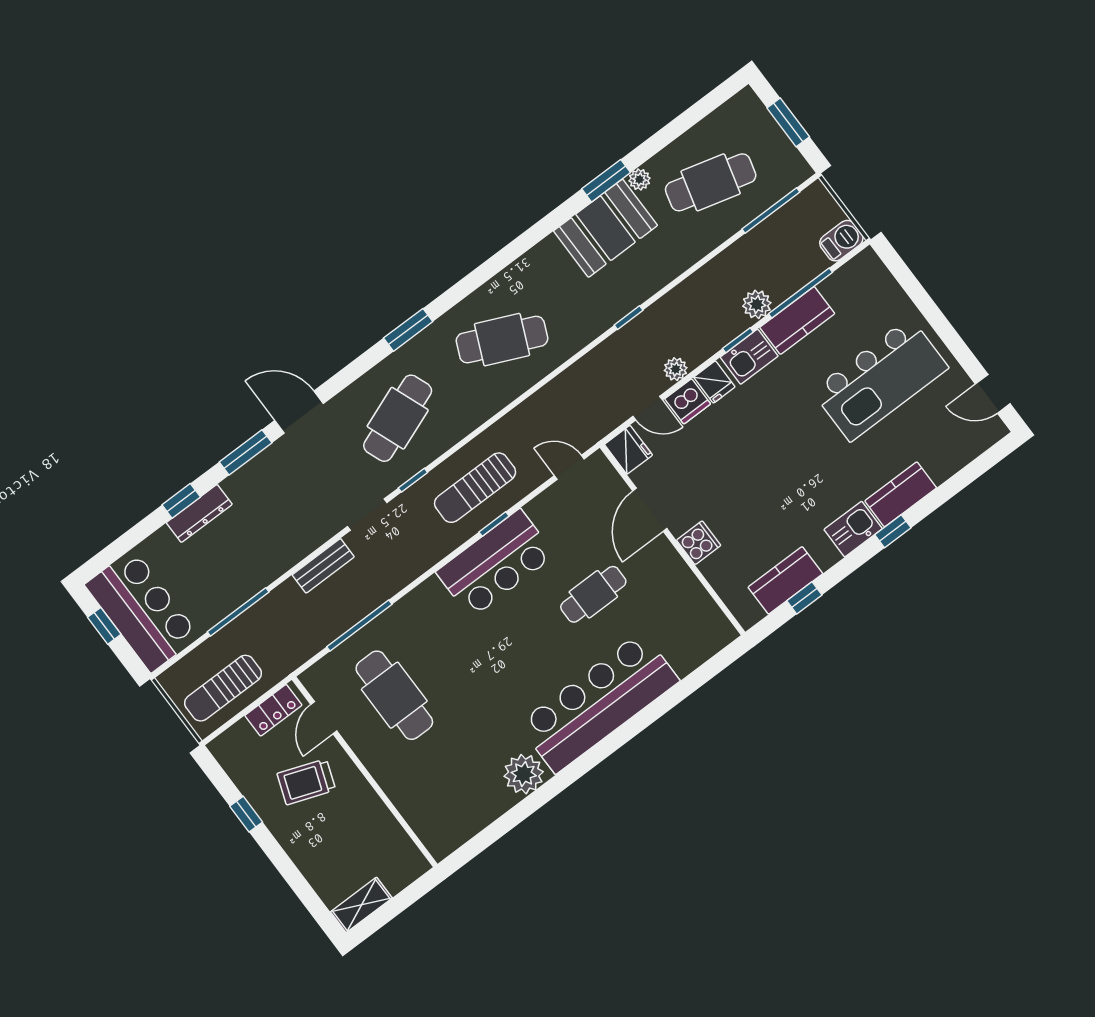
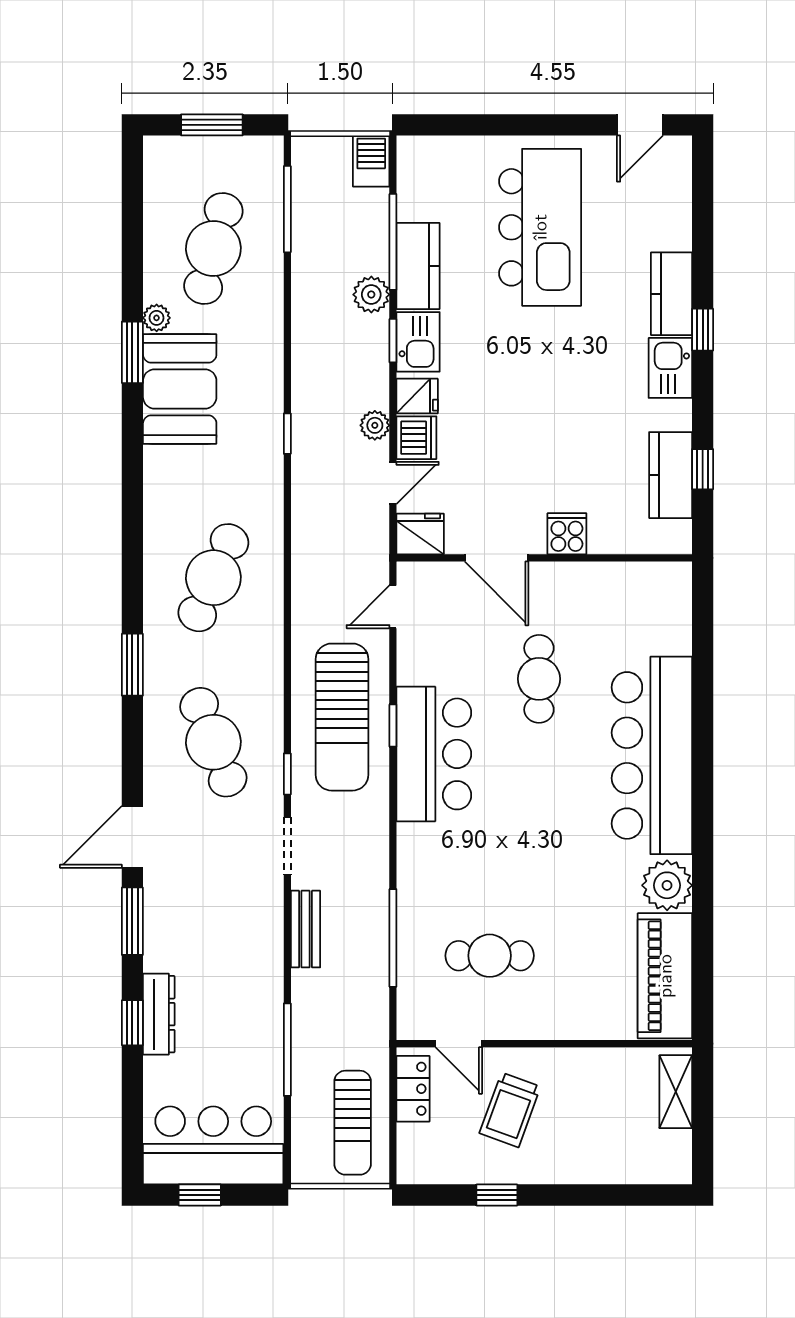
sun lounger: (475, 488) -> (342, 717), width x1.36, depth x1.34
cafe table: (394, 695) -> (490, 956), width x0.73, depth x0.74
piano: (465, 816) -> (665, 976), added
shelving: (361, 905) -> (676, 1092), moved

